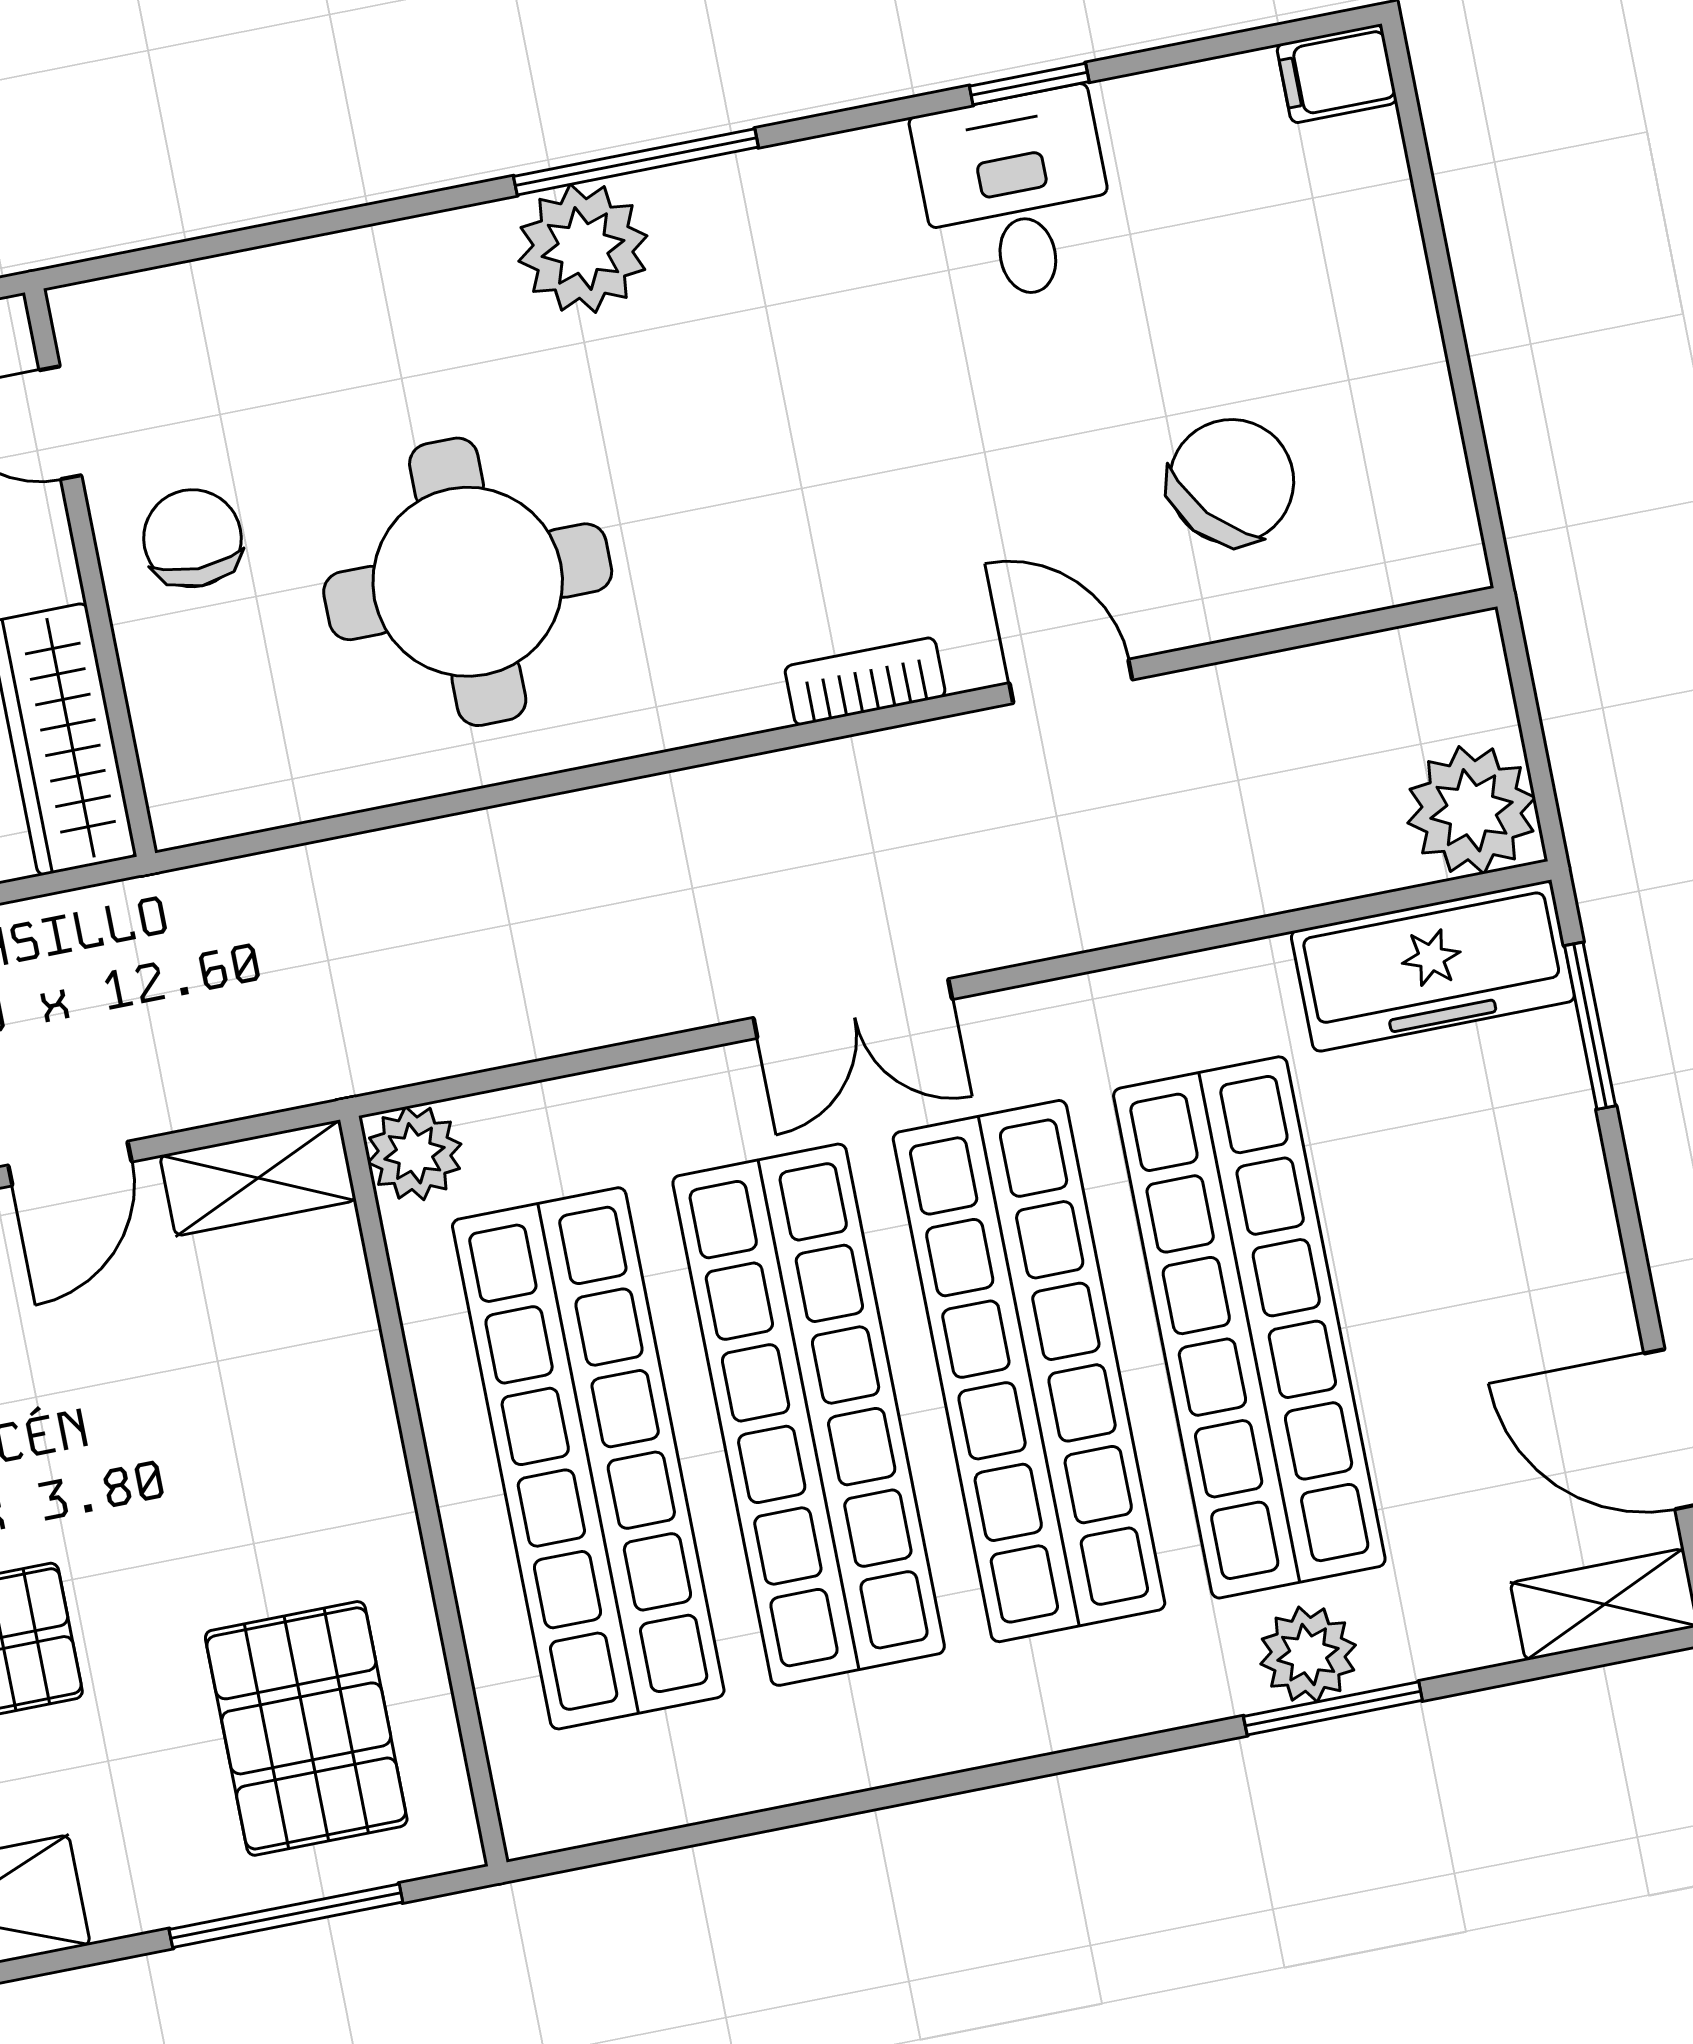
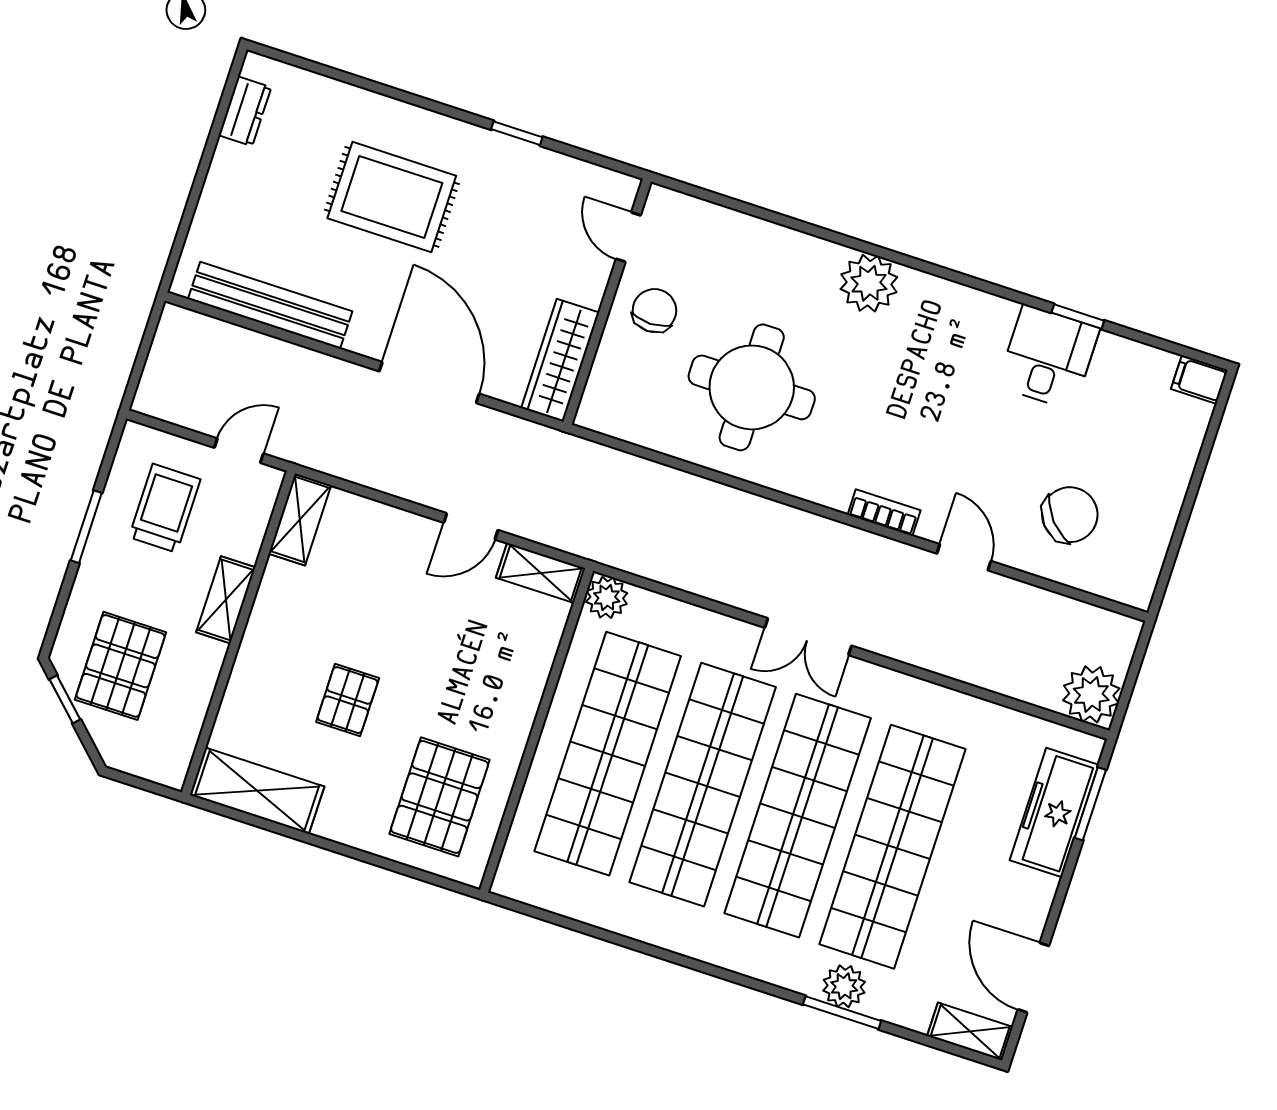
window: (636, 162) -> (908, 261), removed
freezer: (1433, 966) -> (1054, 813), moved, turned 90
window: (286, 1916) -> (391, 865), removed

